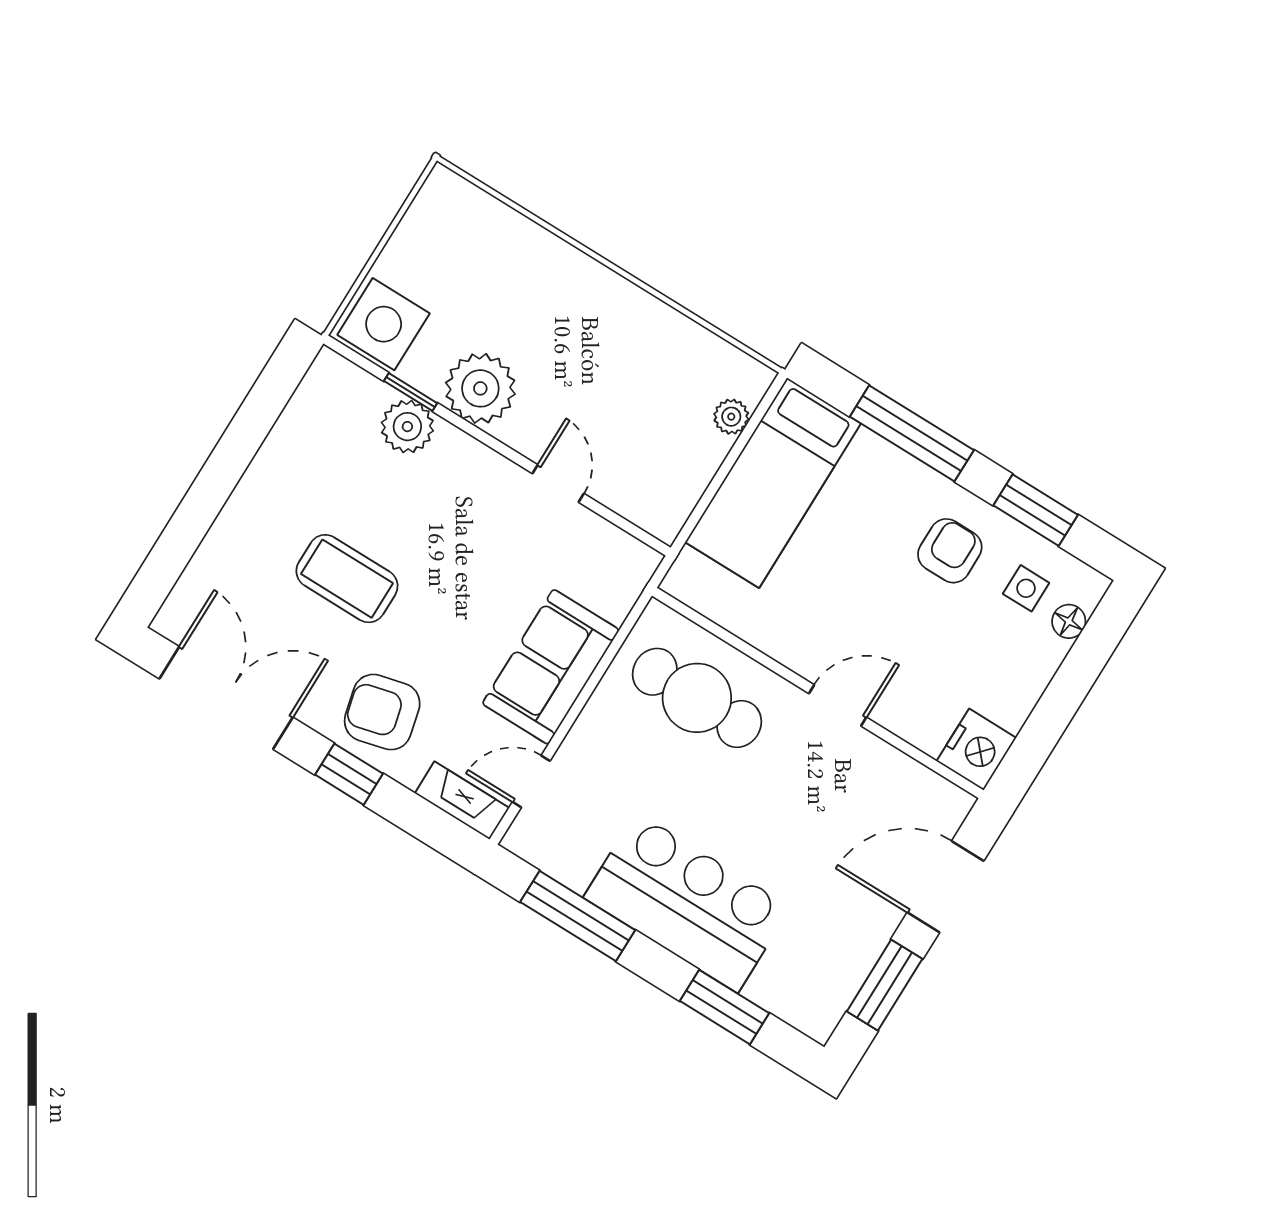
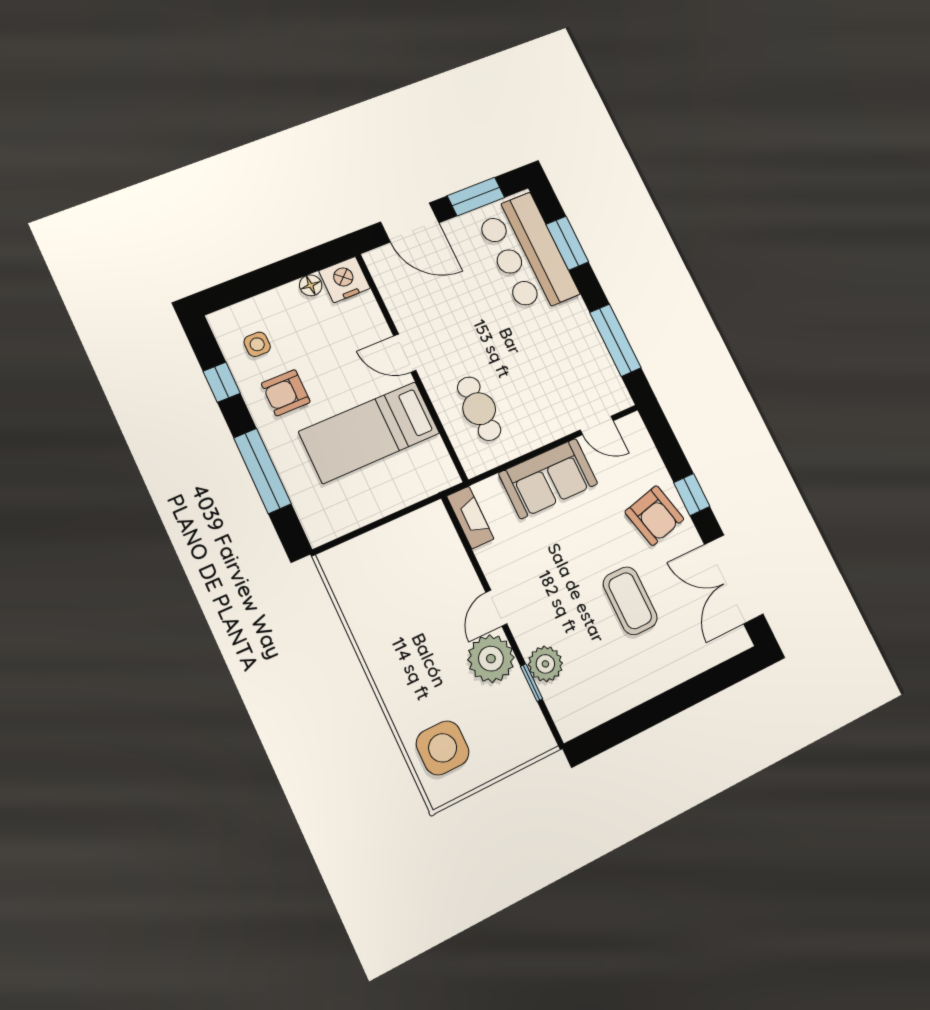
side table: (384, 324) -> (443, 748), moved
plant: (731, 417) -> (359, 548), removed
bed: (773, 483) -> (369, 432), moved, turned 180
door: (558, 484) -> (496, 608), moved
window: (1036, 510) -> (222, 382), width x0.67
floor lamp: (1069, 621) -> (311, 285), moved
cafe table: (697, 698) -> (479, 409), width x0.73, depth x0.74
fireplace: (462, 801) -> (470, 518), moved, turned 180
bar counter: (687, 903) -> (527, 254), moved

